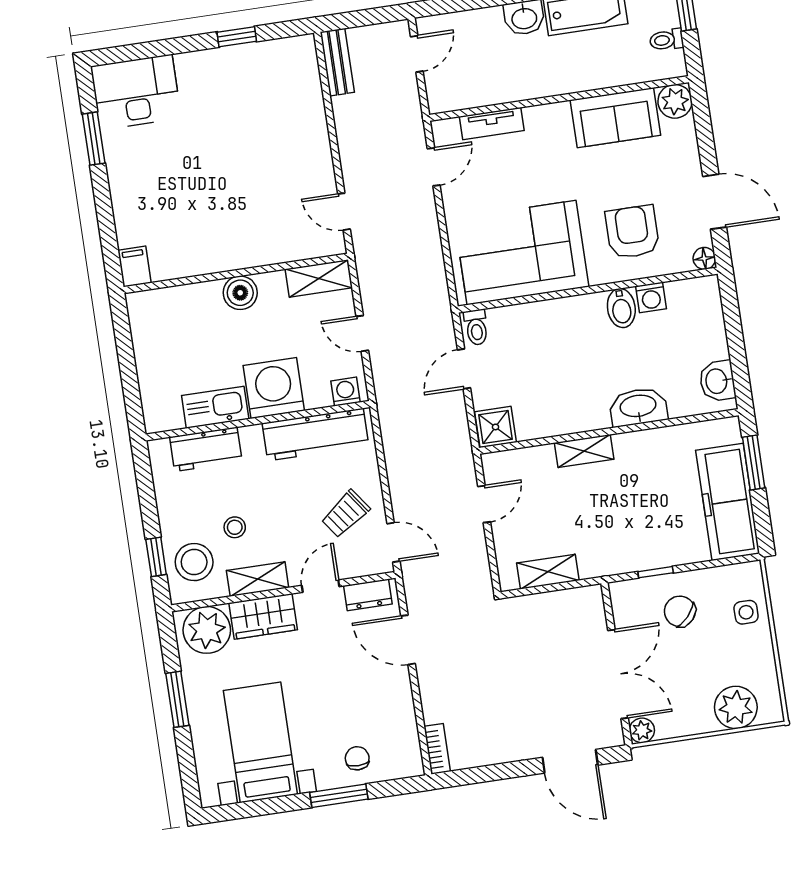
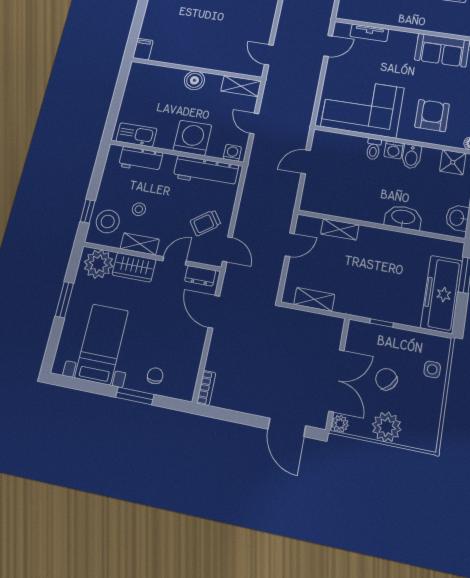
washing machine: (651, 297) -> (394, 150), moved
toilet: (476, 327) -> (373, 149), moved
kitchen sink: (215, 407) -> (136, 135), moved
shower: (495, 427) -> (453, 162), moved
shelving: (584, 451) -> (340, 229), moved
chair: (680, 611) -> (386, 379), moved
plant: (736, 707) -> (387, 427), moved

